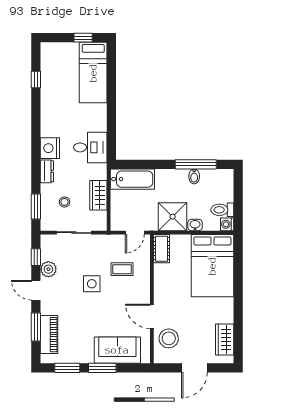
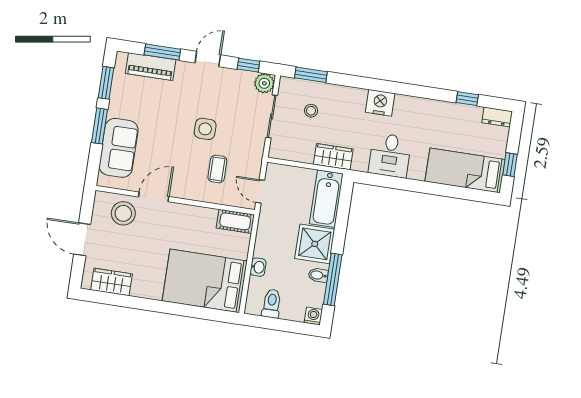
desk: (90, 147) -> (390, 155), moved
dresser: (47, 171) -> (497, 117), moved
wardrobe: (98, 195) -> (333, 157), moved
shower: (173, 217) -> (315, 244), moved
washing machine: (227, 224) -> (313, 316), moved
plant: (48, 269) -> (264, 83), moved

